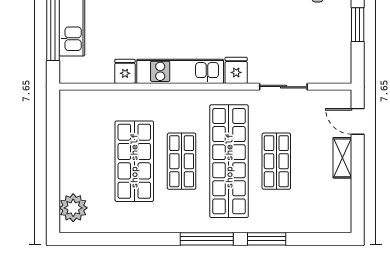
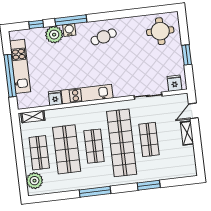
fridge: (236, 70) -> (174, 83), moved
shelving: (83, 98) -> (33, 117), added
door: (358, 121) -> (193, 111), hinge flipped
shop shelf: (87, 161) -> (39, 153), added
window: (207, 239) -> (95, 192), moved

